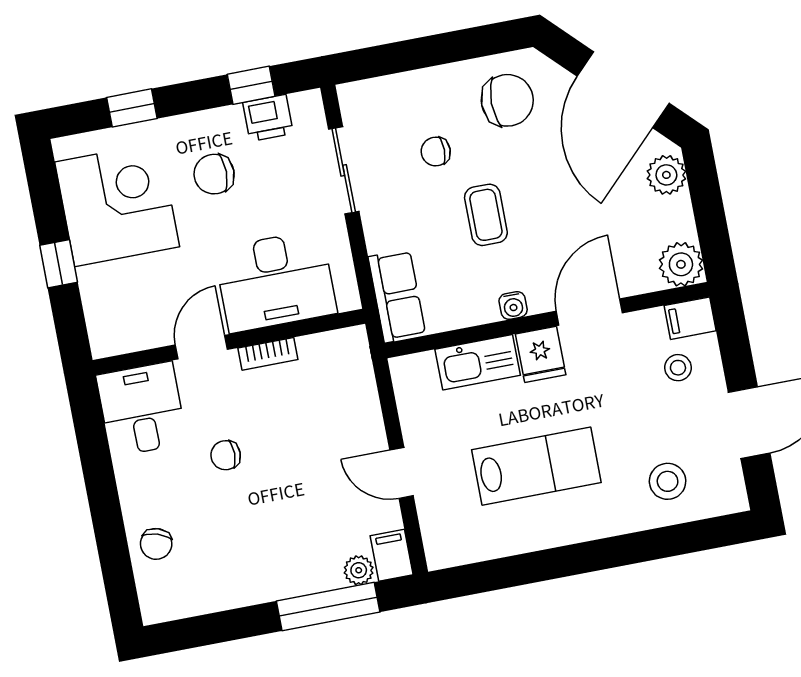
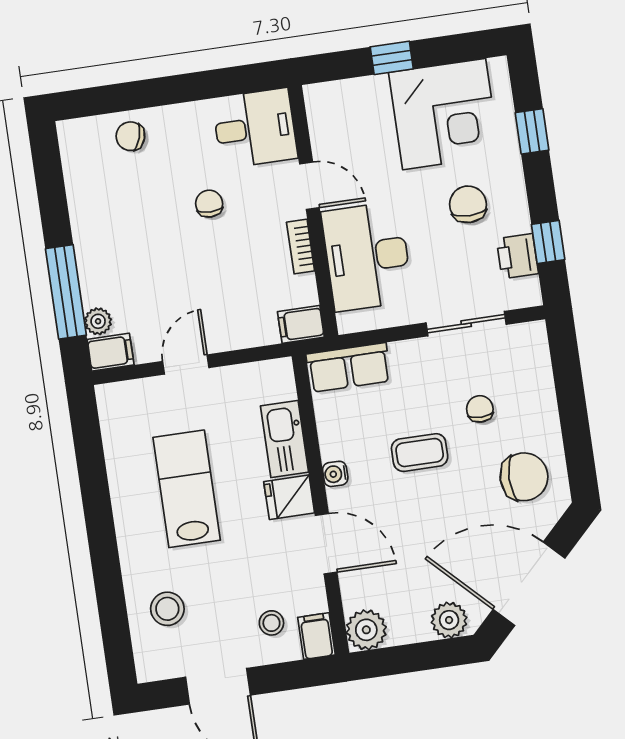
chair: (507, 100) -> (524, 477), turned -90
filing cabinet: (352, 350) -> (301, 324), added
lab bench: (536, 466) -> (187, 489), turned 180

